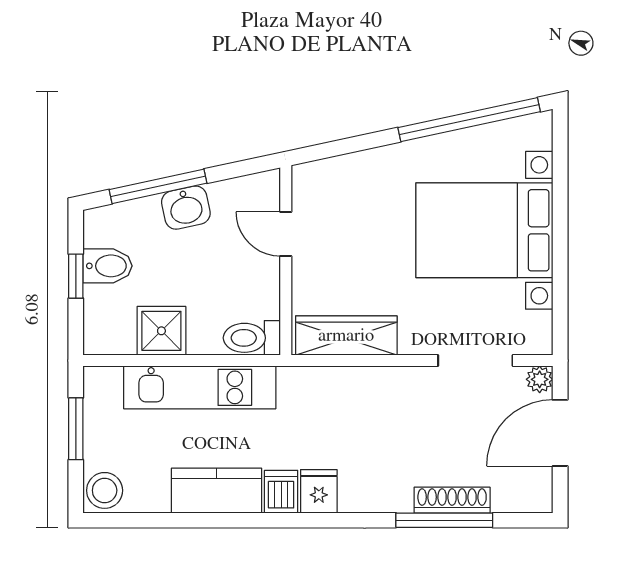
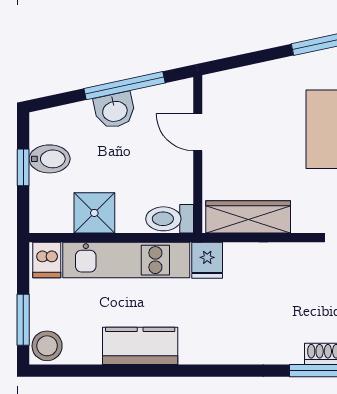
window: (158, 186) -> (125, 86), moved
window: (76, 429) -> (23, 320), moved
fridge: (319, 491) -> (207, 260), moved, turned 180
dishwasher: (281, 492) -> (47, 260), moved, turned 180

